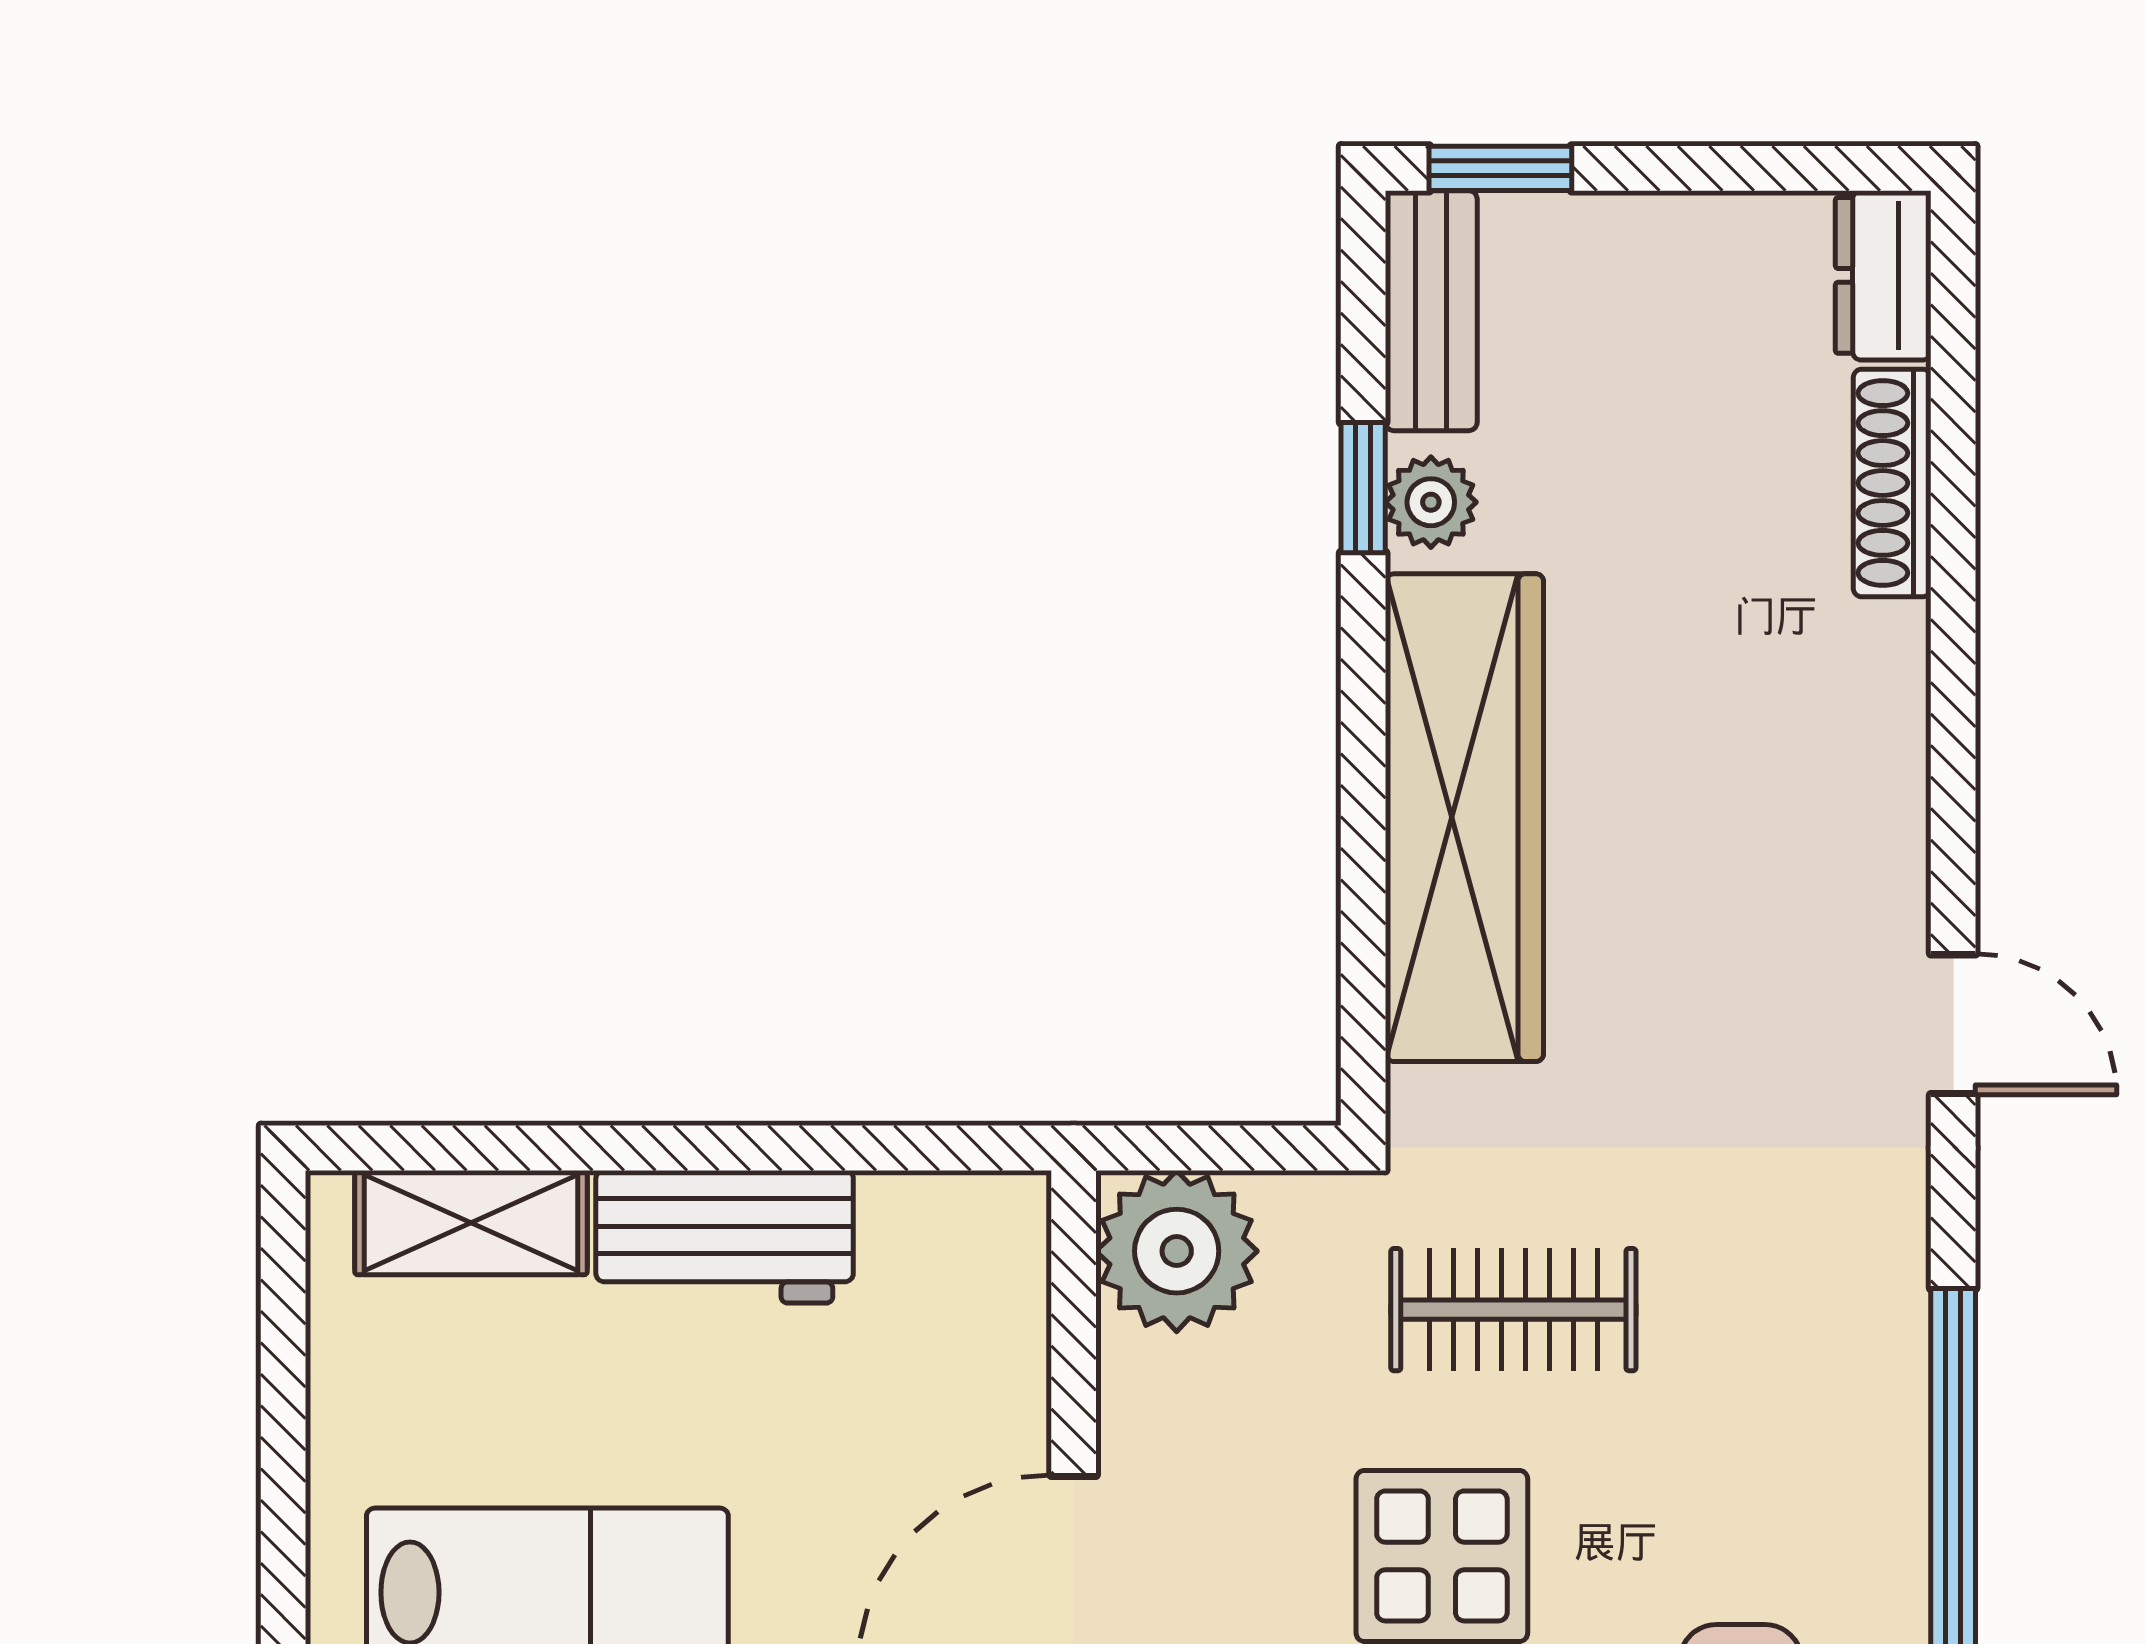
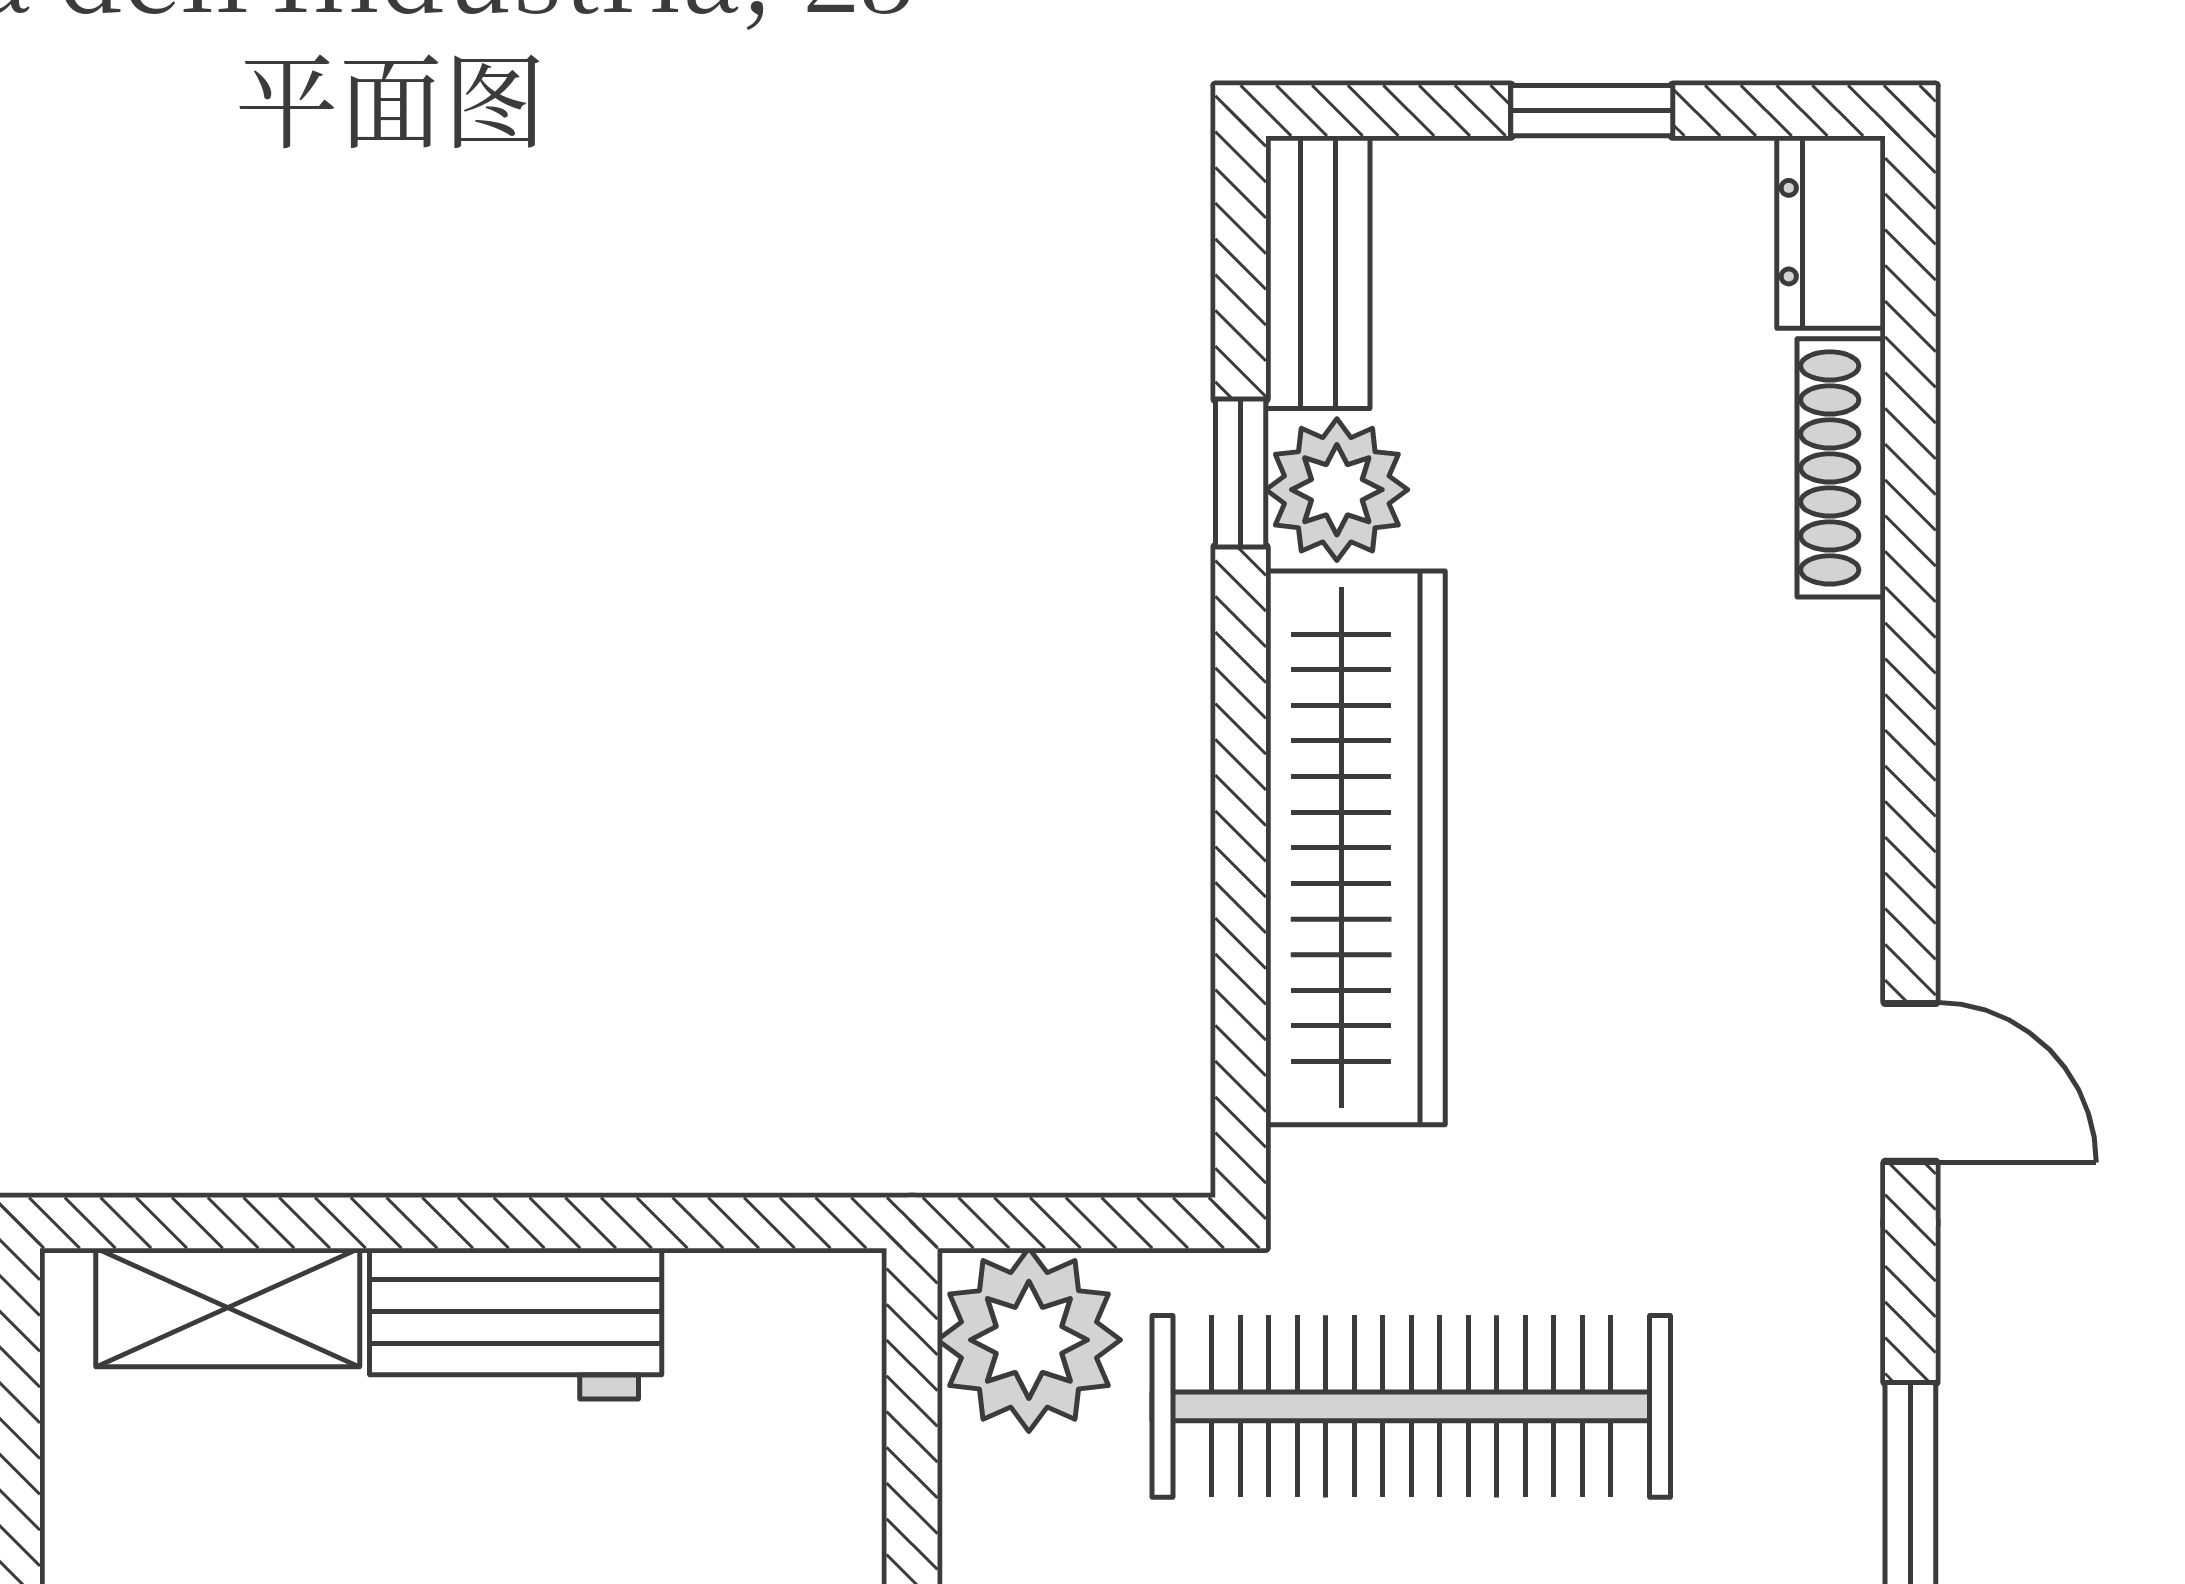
window: (1500, 168) -> (1592, 111), moved
plant: (1431, 502) -> (1337, 490), width x1.38, depth x1.38
clothes rail: (1513, 1310) -> (1411, 1406), width x1.86, depth x1.31

